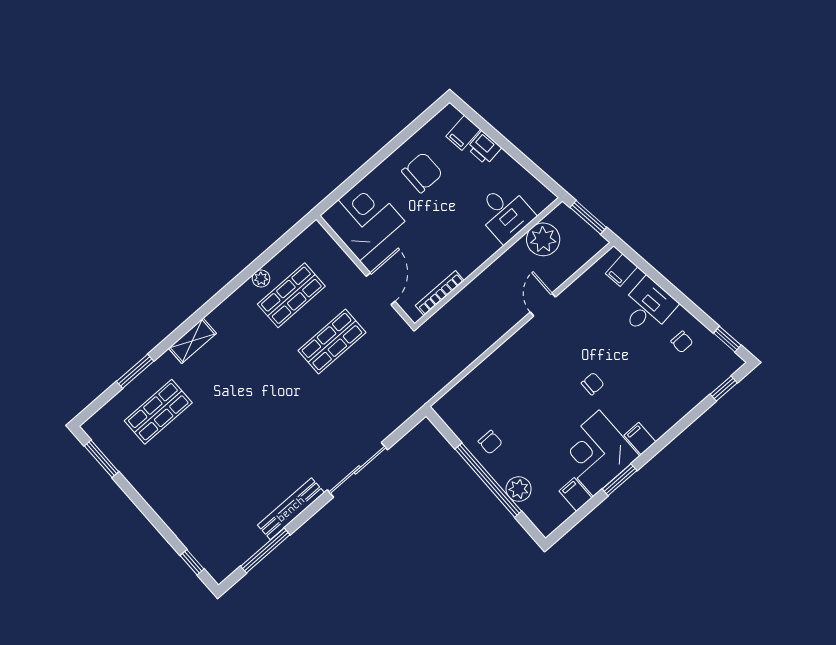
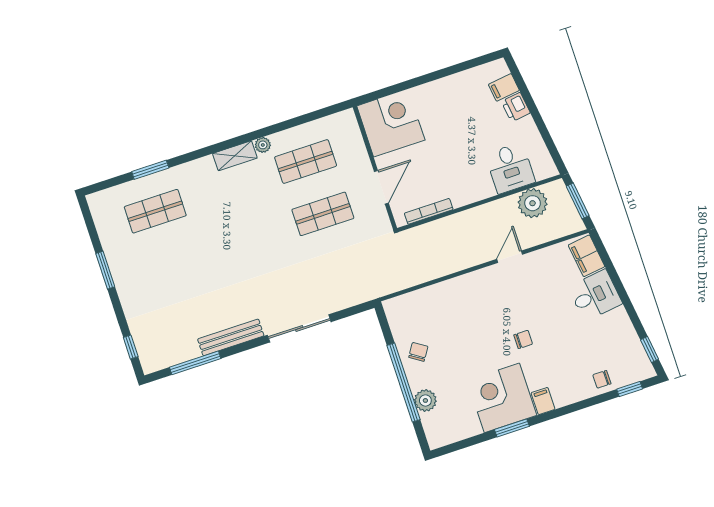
chair: (422, 173) -> (456, 106), removed
filing cabinet: (621, 270) -> (586, 256), width x2.00
plant: (261, 279) -> (263, 145), moved
shelving: (192, 341) -> (235, 156), moved
chair: (682, 342) -> (602, 379), moved, turned 90
chair: (490, 442) -> (418, 352), turned -147
window: (102, 459) -> (105, 270), moved
filing cabinet: (575, 494) -> (470, 425), removed

